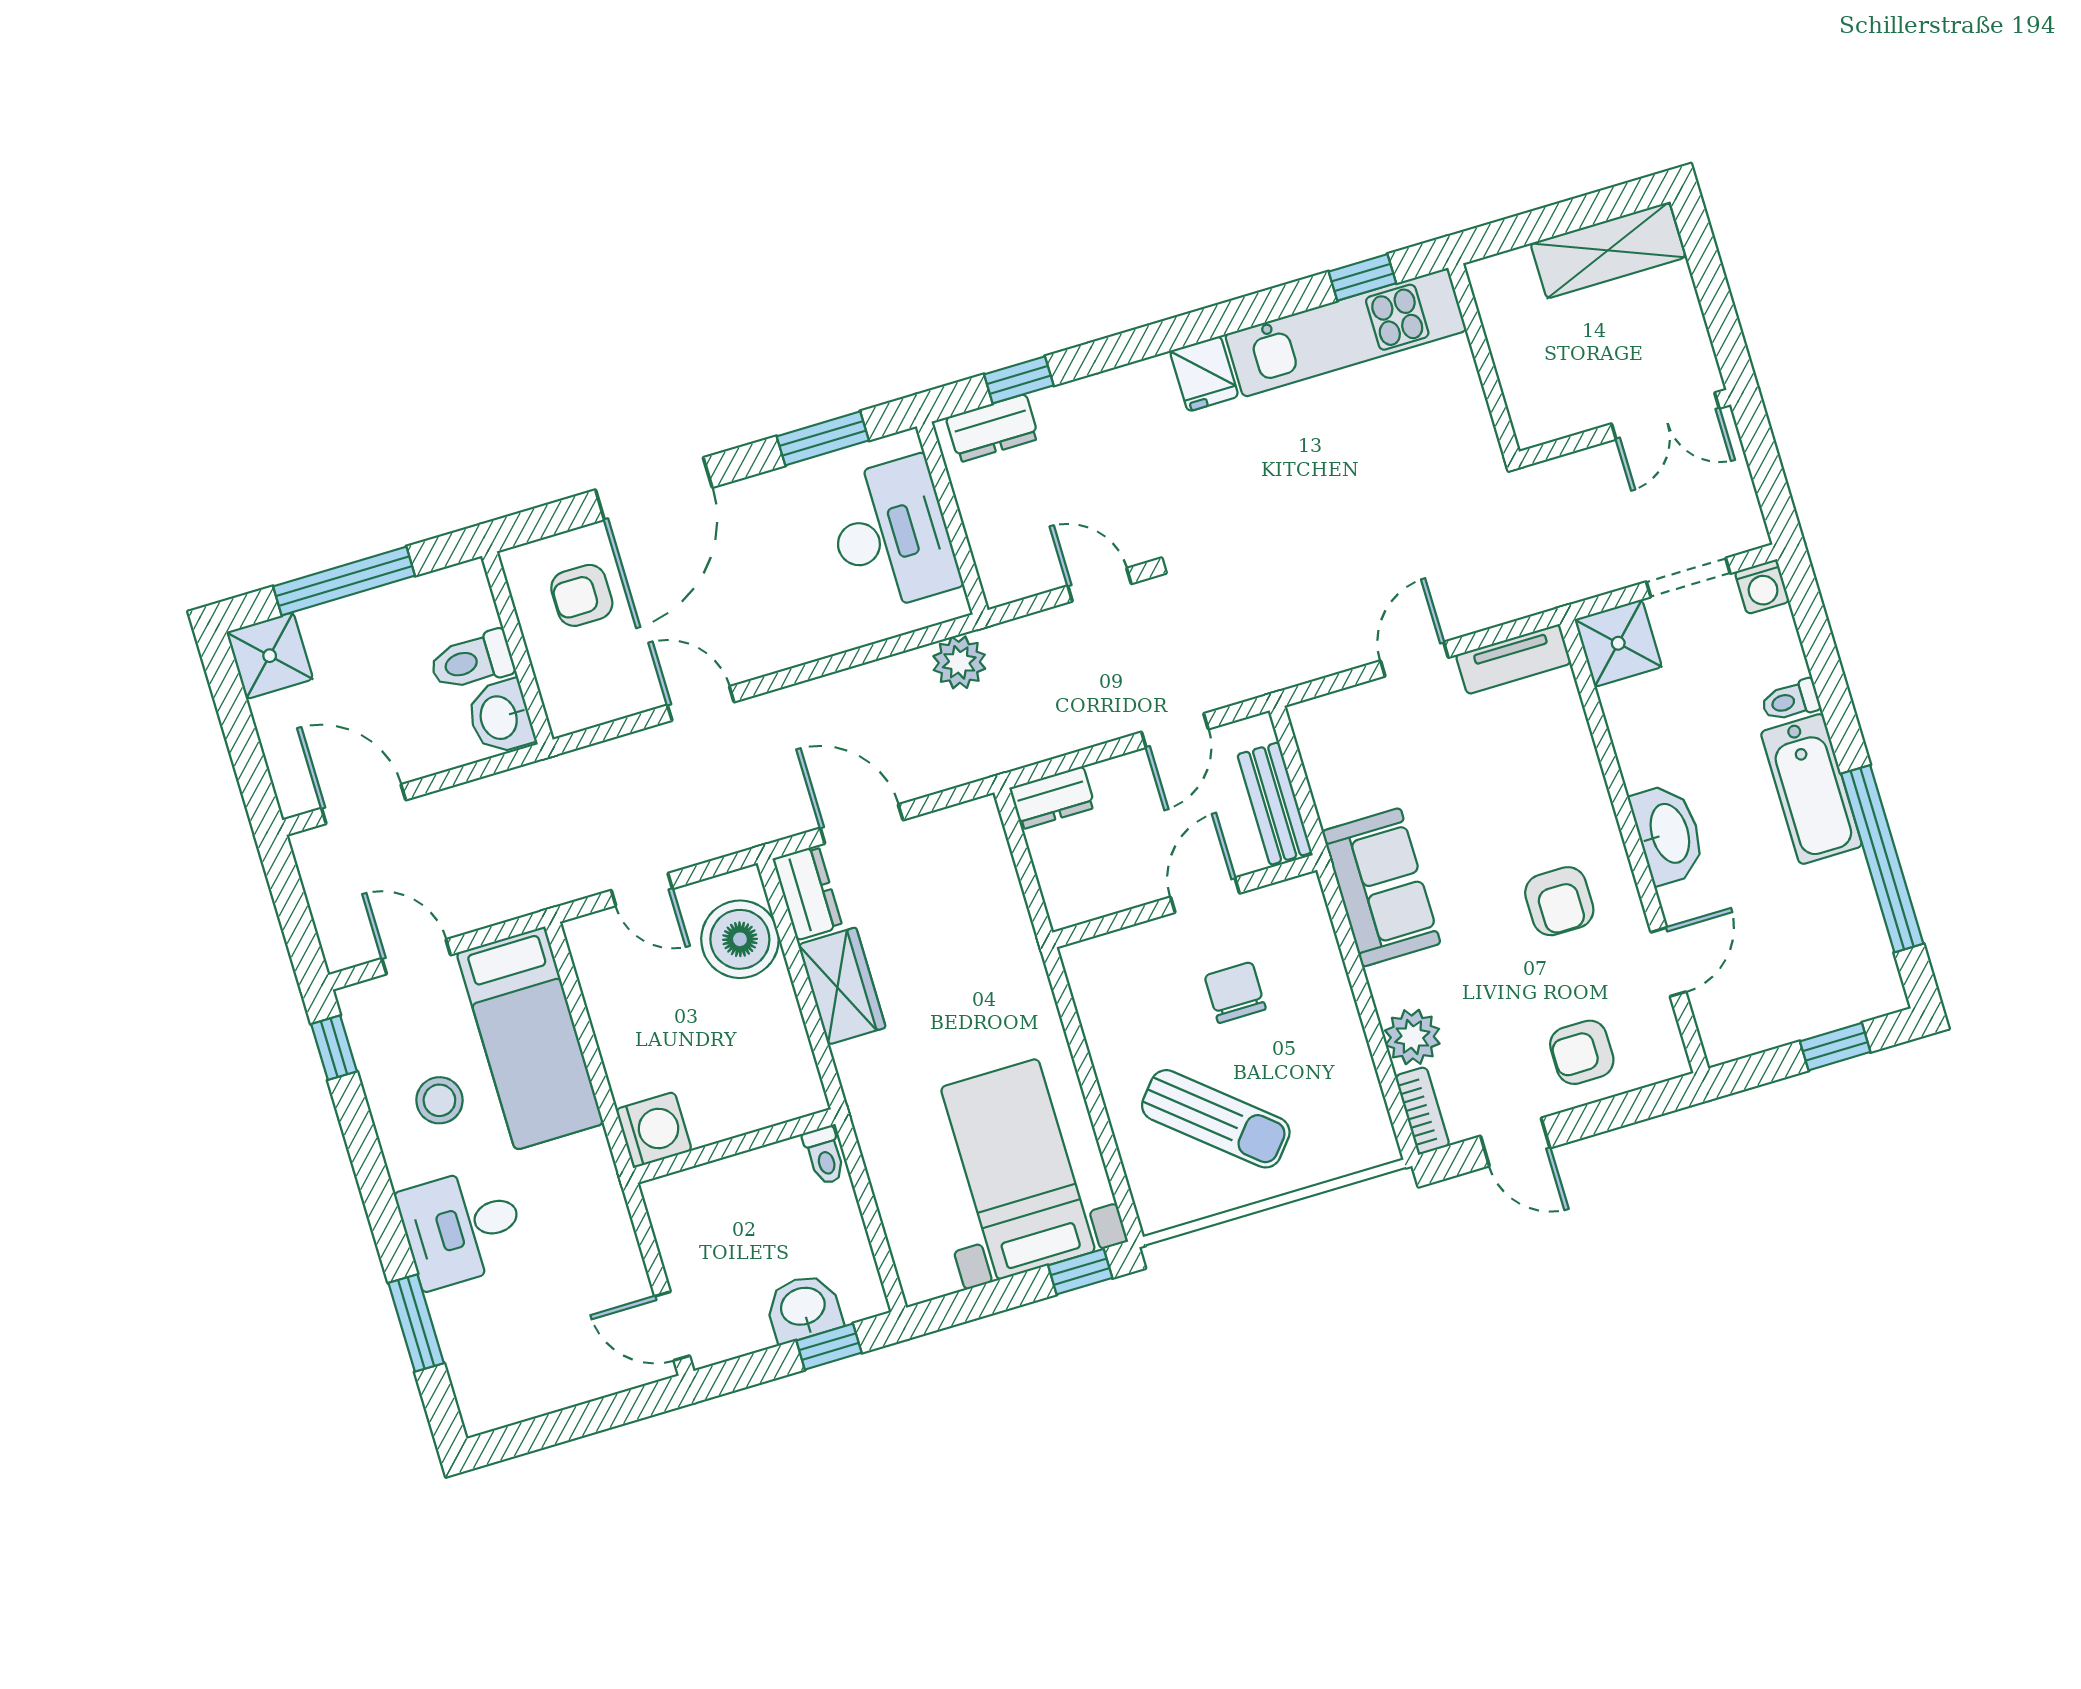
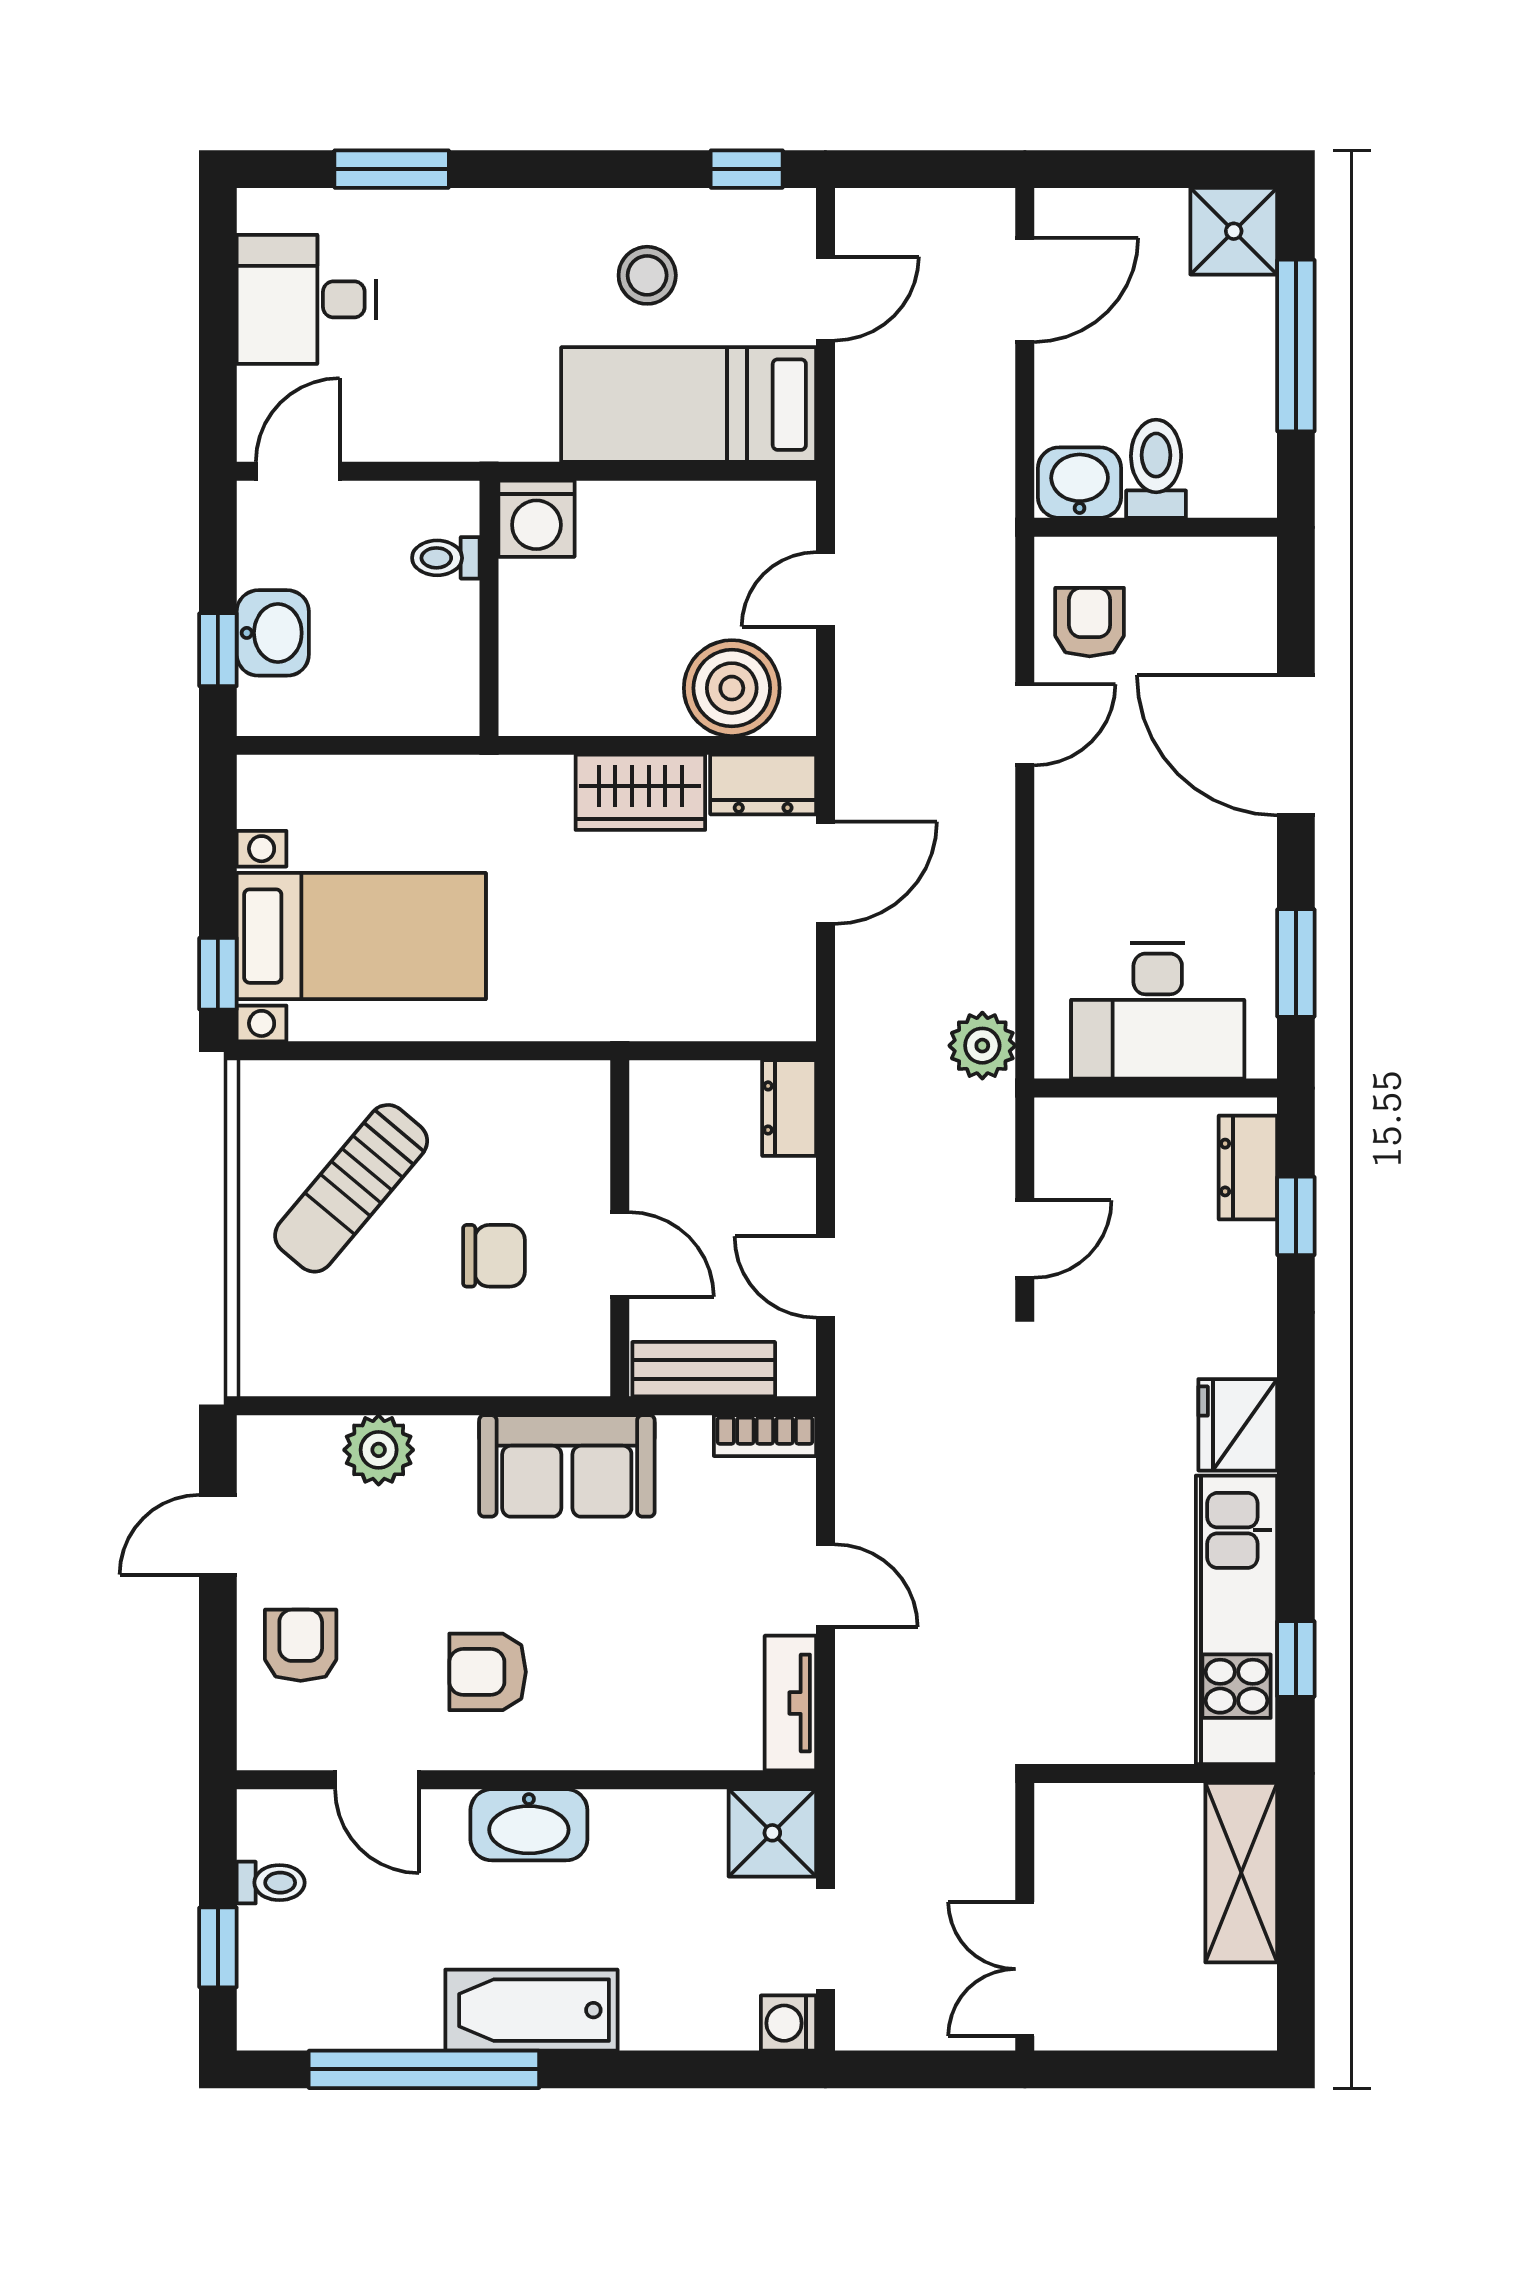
shelving: (1608, 250) -> (1241, 1873), moved
fridge: (1204, 374) -> (1238, 1425), width x1.38
armchair: (582, 595) -> (1090, 622), moved
toilet: (1791, 701) -> (271, 1883), moved, turned 90
bookcase: (1422, 1111) -> (765, 1436), moved
toilet: (824, 1156) -> (446, 558), moved
desk: (462, 1227) -> (306, 299), moved, turned -90

